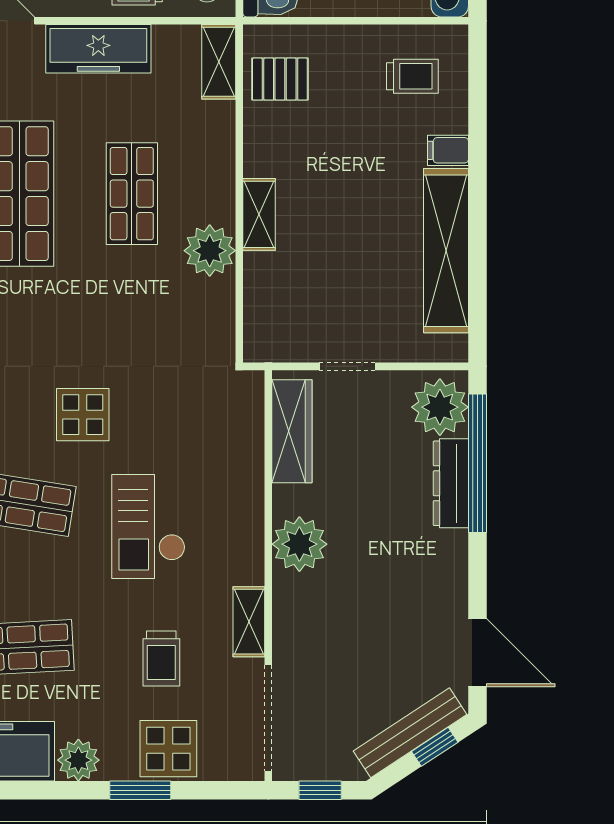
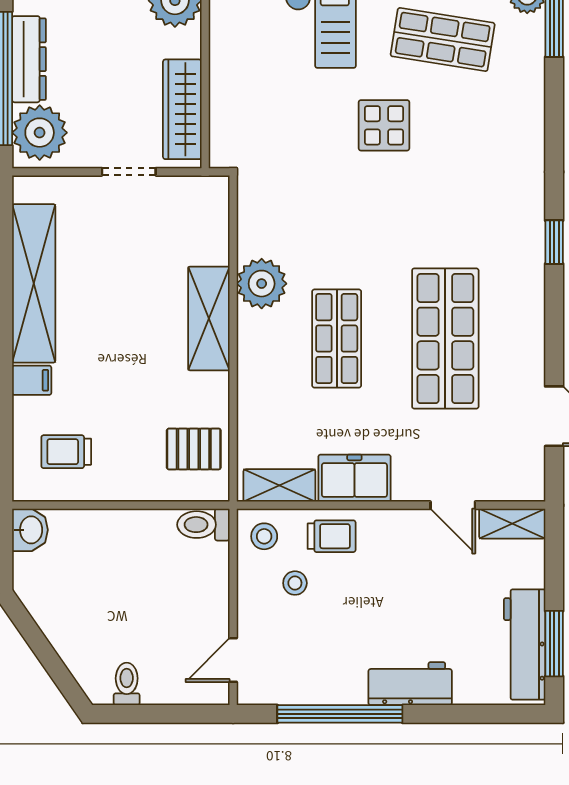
freezer: (98, 49) -> (354, 478), width x0.71
shelving: (219, 62) -> (279, 485), moved, turned 90
shelving: (259, 214) -> (209, 318), width x1.50, depth x1.33

